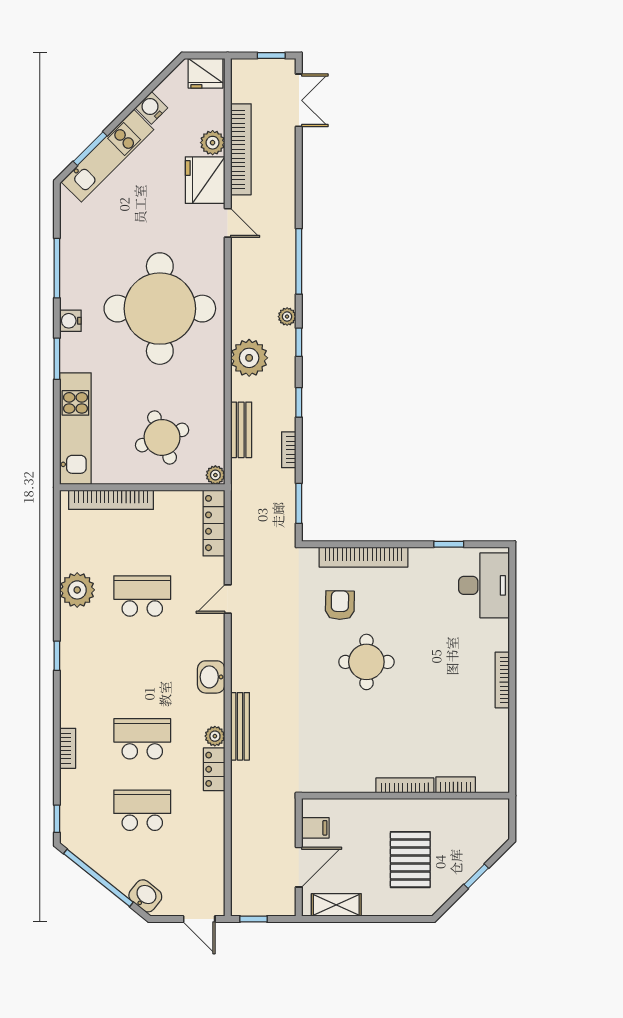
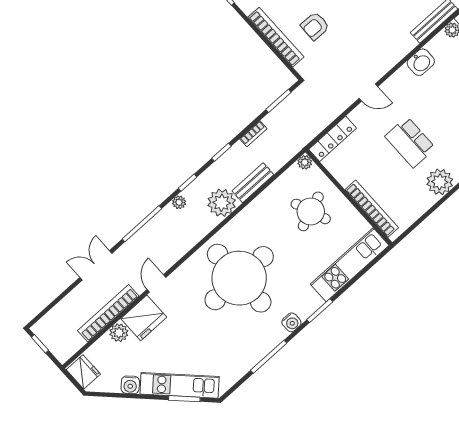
double door: (299, 100) -> (96, 265), moved
bench: (241, 430) -> (253, 183), moved

